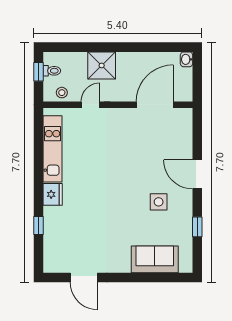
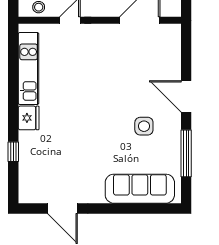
window: (197, 227) -> (186, 153), width x2.17
sofa: (155, 259) -> (140, 189), width x1.36

